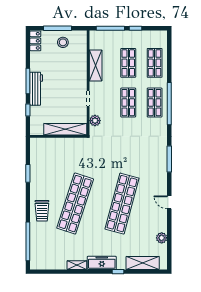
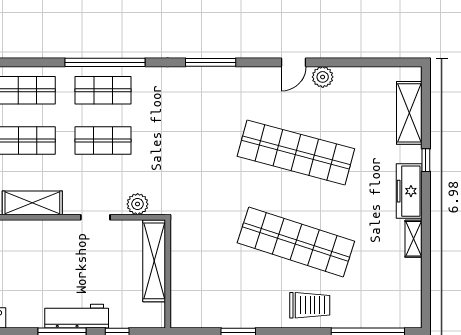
plant: (162, 238) -> (323, 77), moved

